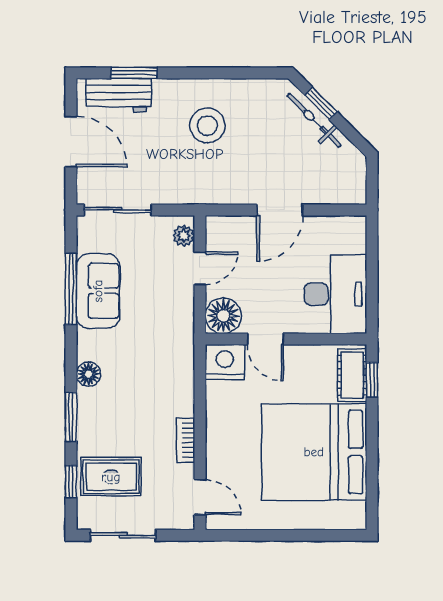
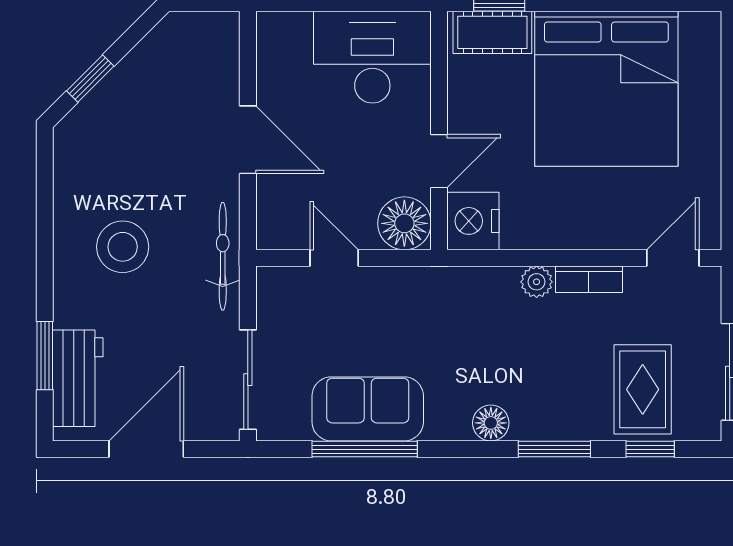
bicycle: (314, 120) -> (223, 256), moved, turned 135
plant: (184, 236) -> (537, 282), moved

